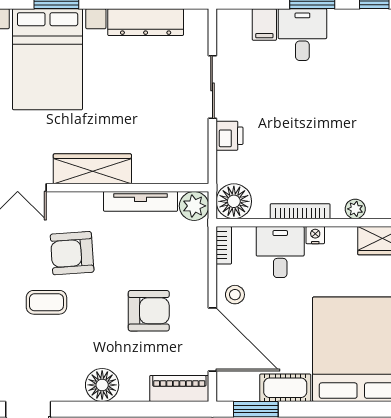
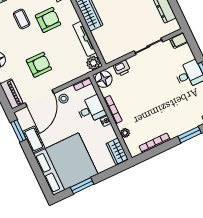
filing cabinet: (264, 25) -> (179, 40), moved
printer: (230, 136) -> (122, 68), moved
armchair: (72, 253) -> (48, 20), turned 94
armchair: (149, 311) -> (39, 65), turned -90

